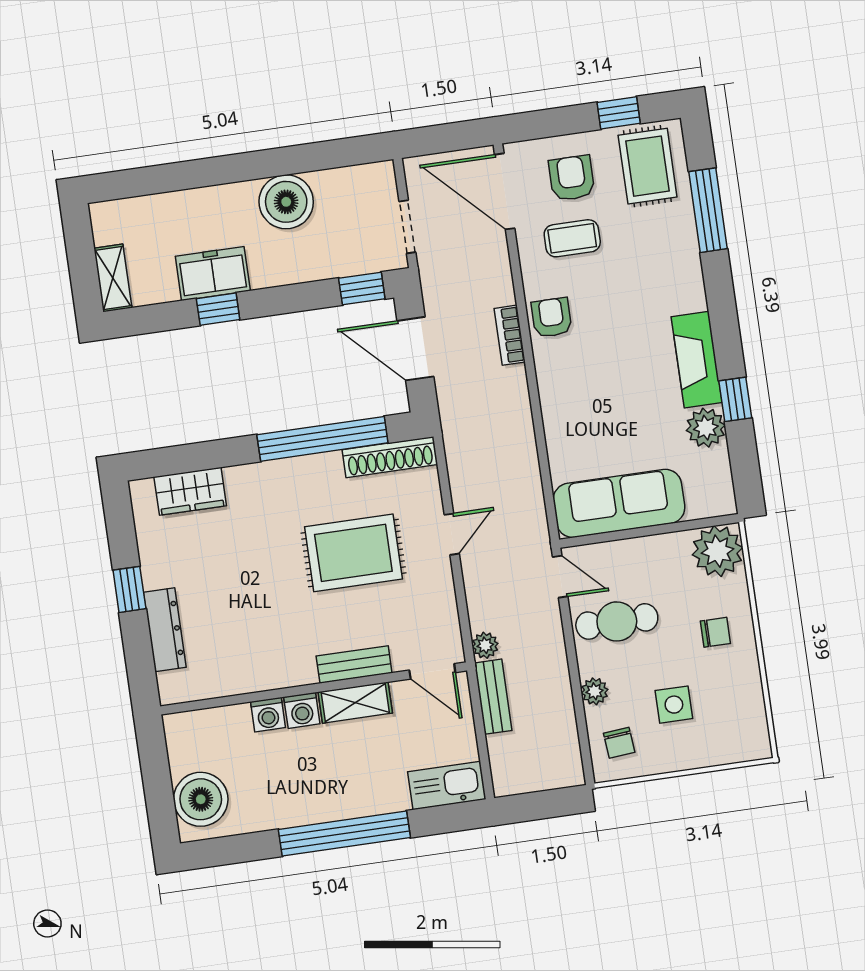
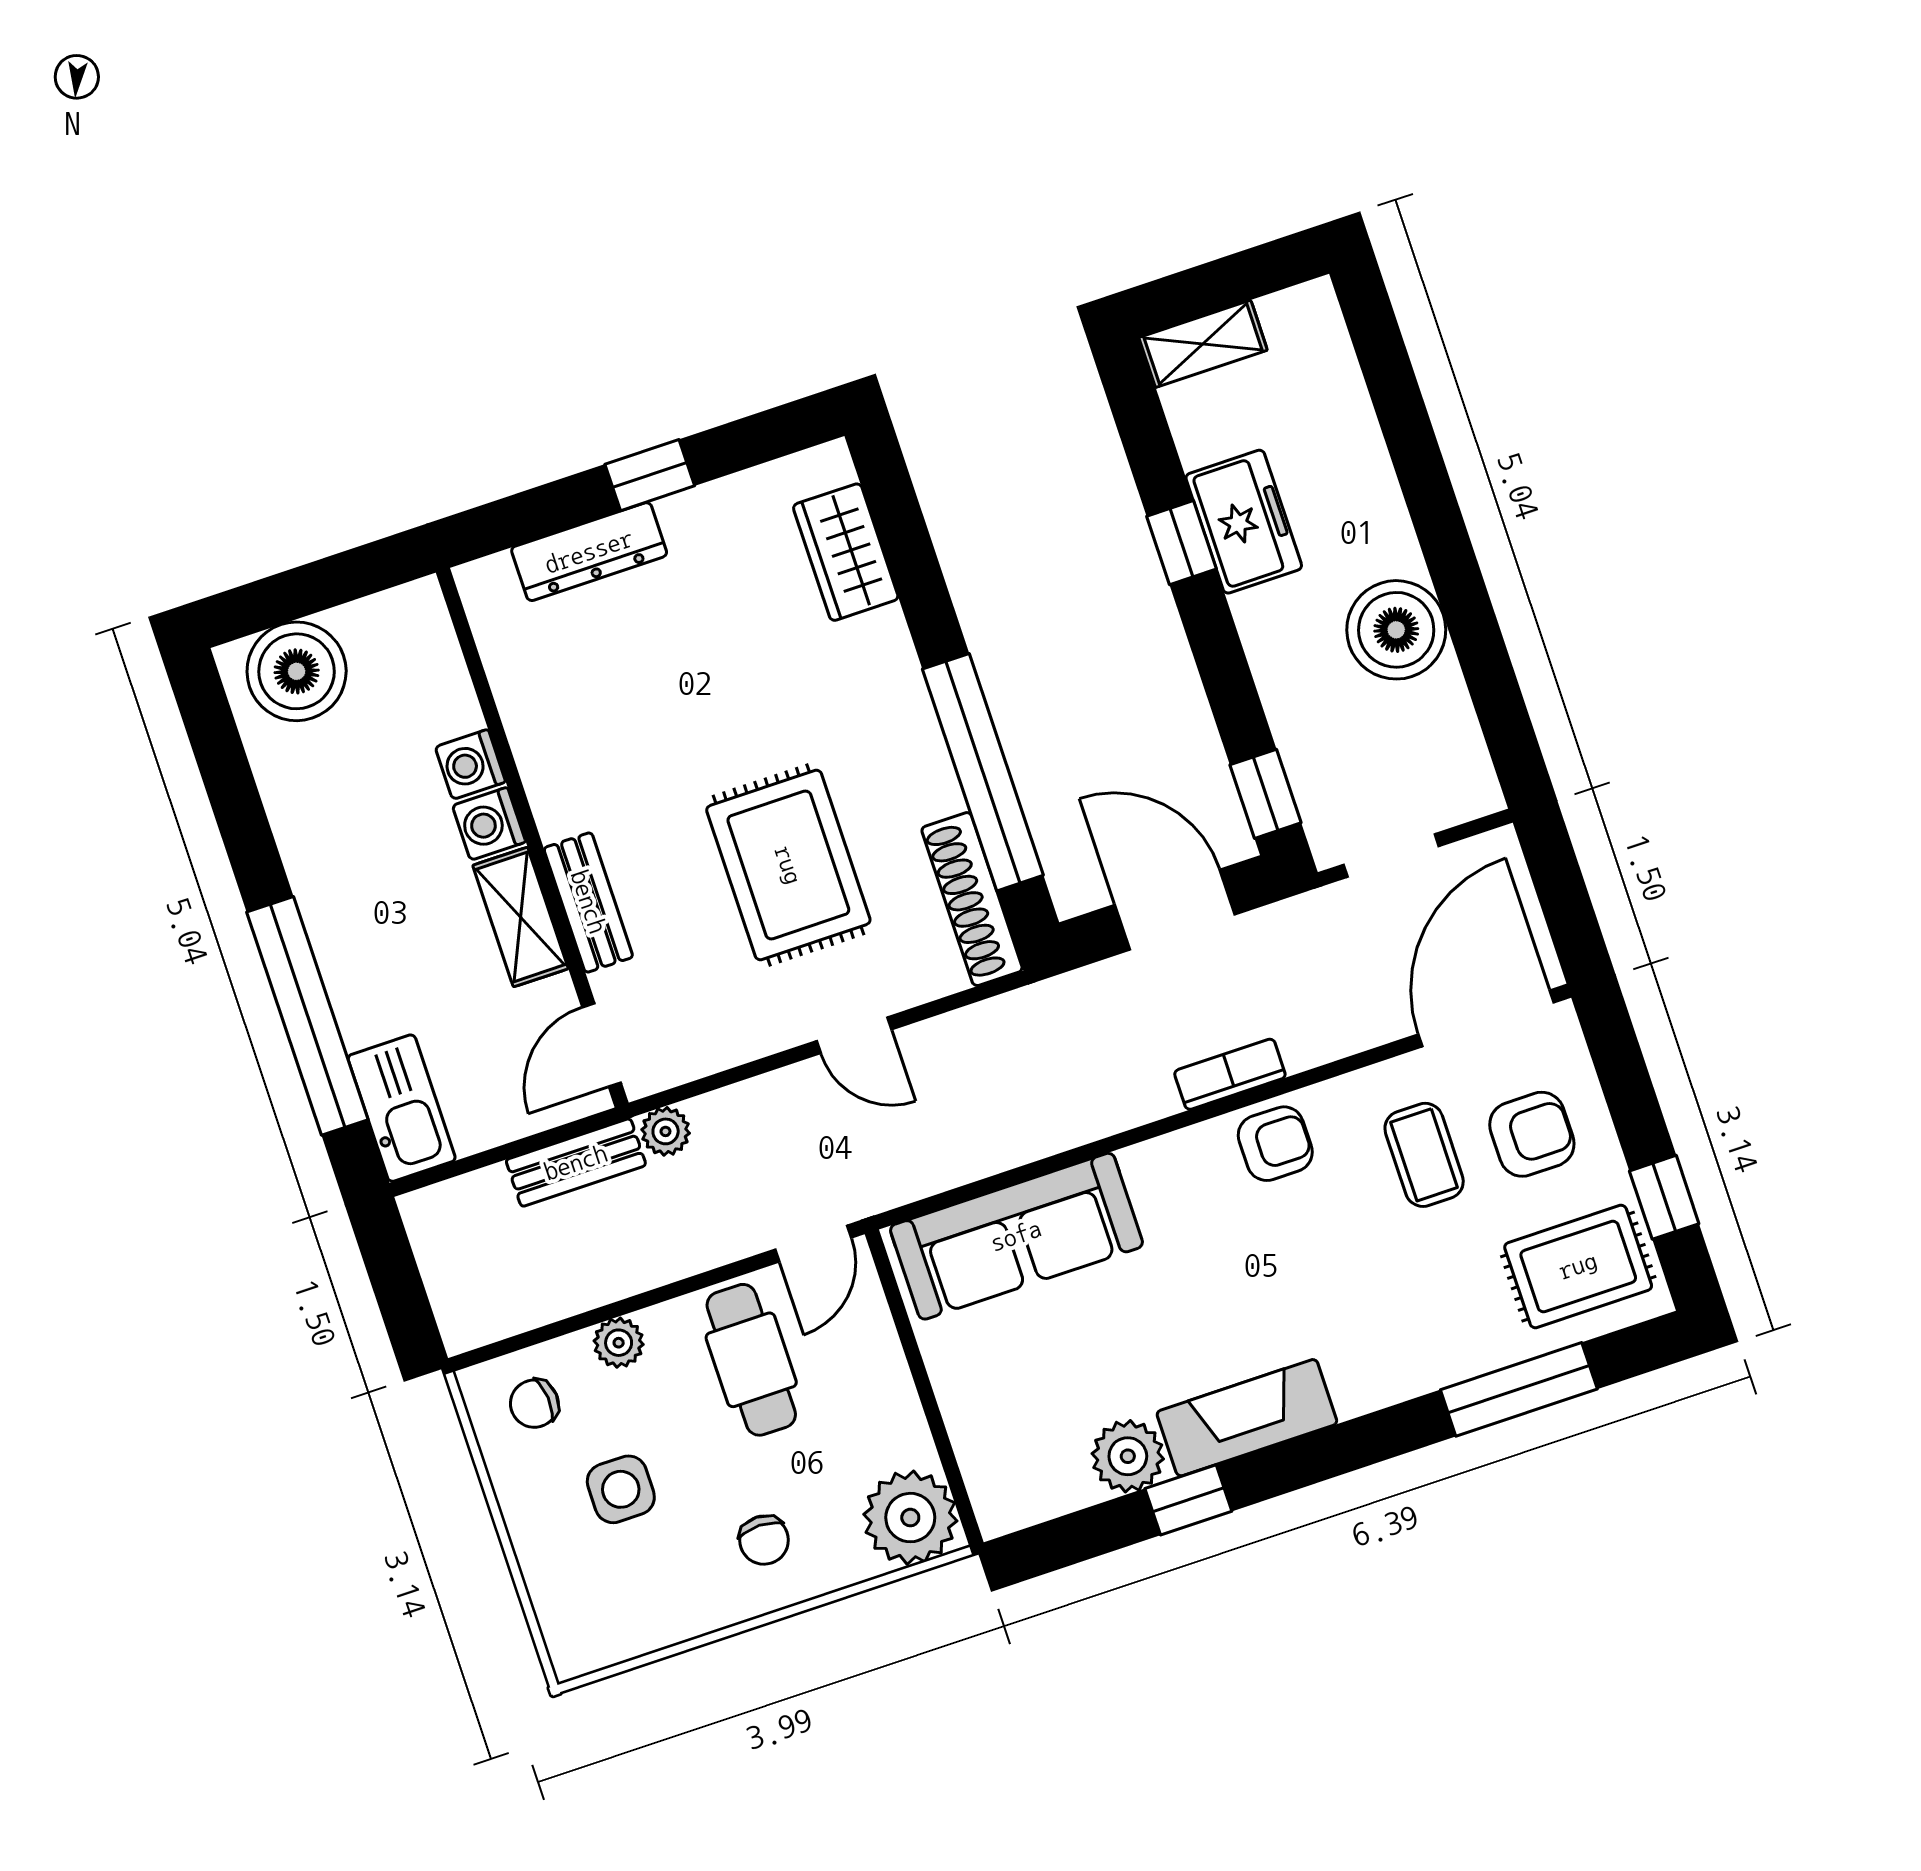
door: (415, 349) -> (1175, 910), hinge flipped
sofa: (619, 503) -> (1016, 1236), moved, turned 90
window: (344, 833) -> (307, 1016), moved

